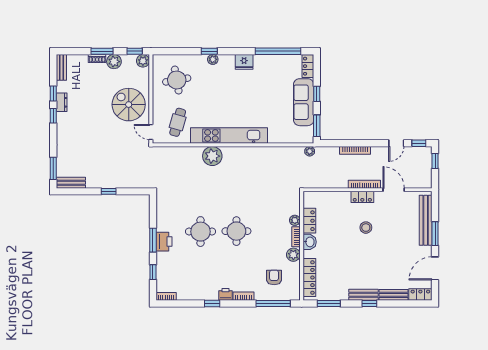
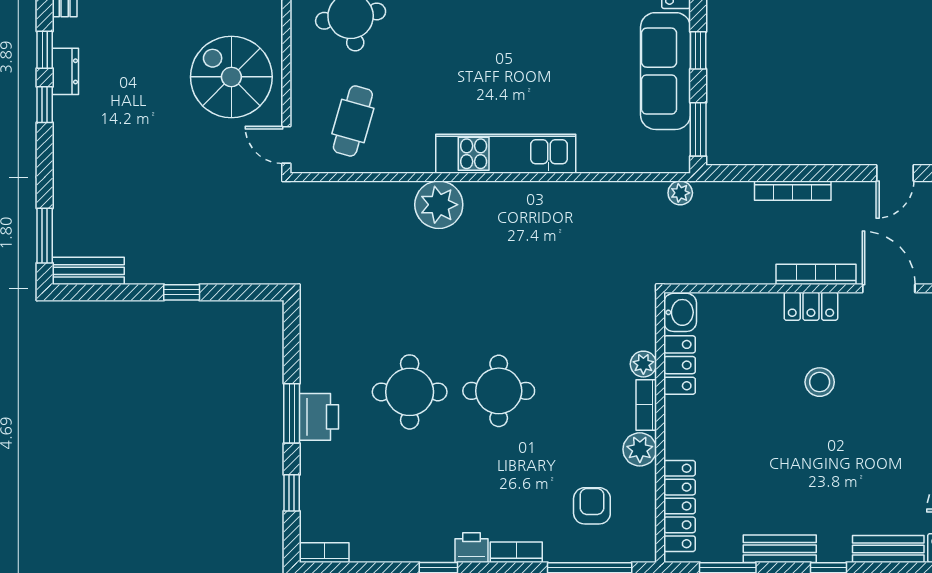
kitchen unit: (229, 136) -> (506, 154), width x0.73
washbasin: (310, 242) -> (680, 312), moved
bench: (364, 295) -> (780, 549), moved

